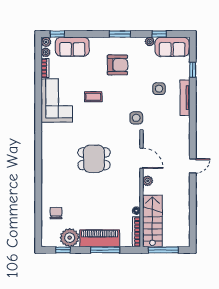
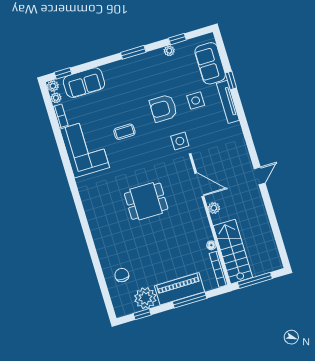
sofa: (172, 47) -> (210, 63), moved, turned 90
armchair: (117, 65) -> (163, 108), moved, turned 180
window: (193, 70) -> (231, 80), moved

